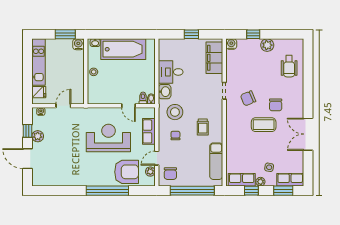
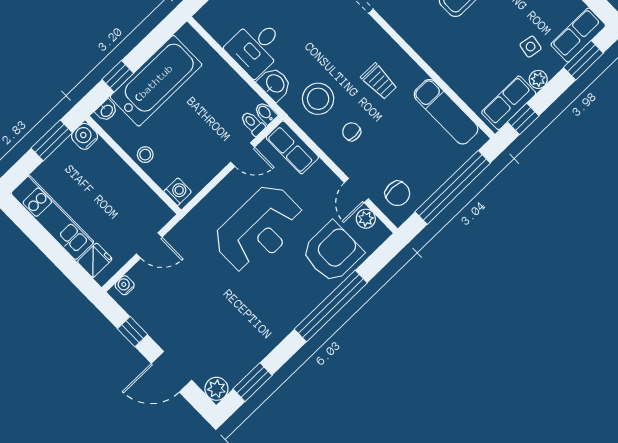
window: (111, 34) -> (118, 76), added
washing machine: (92, 96) -> (178, 192), added
door: (63, 106) -> (149, 246), swing flipped
row of seats: (149, 131) -> (292, 147), moved
plant: (38, 136) -> (216, 389), moved
reception desk: (108, 138) -> (259, 229), turned 180
window: (53, 191) -> (252, 382), added
window: (251, 191) -> (523, 119), moved

